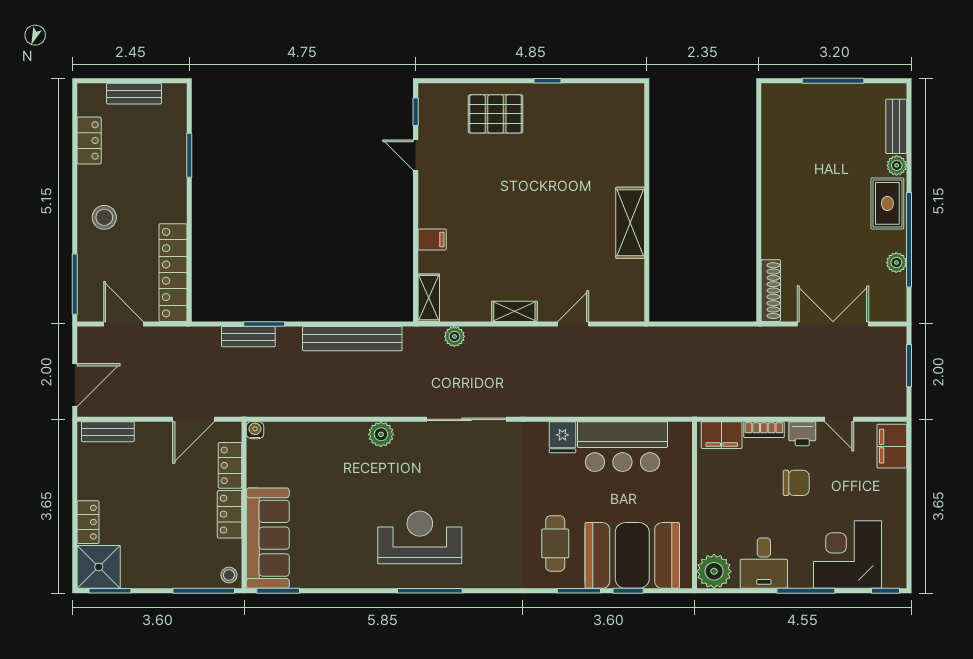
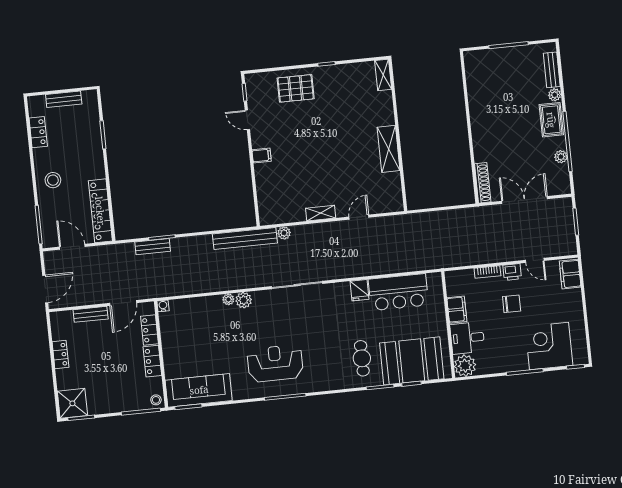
filing cabinet: (432, 239) -> (262, 155), moved
shelving: (429, 298) -> (383, 75), moved
bench: (352, 339) -> (245, 238), moved
plant: (357, 431) -> (228, 299), added
bench: (108, 432) -> (91, 314), moved
filing cabinet: (722, 435) -> (457, 310), moved, turned -90
locker: (88, 522) -> (60, 355), moved
sofa: (268, 538) -> (199, 390), moved, turned -90
desk: (764, 563) -> (467, 338), moved, turned 90

